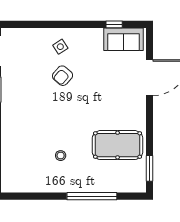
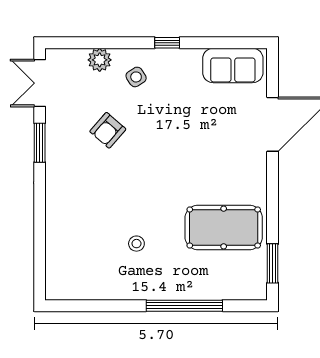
window: (114, 24) -> (167, 43), moved
plant: (36, 36) -> (100, 60), added
armchair: (62, 76) -> (108, 130), moved

